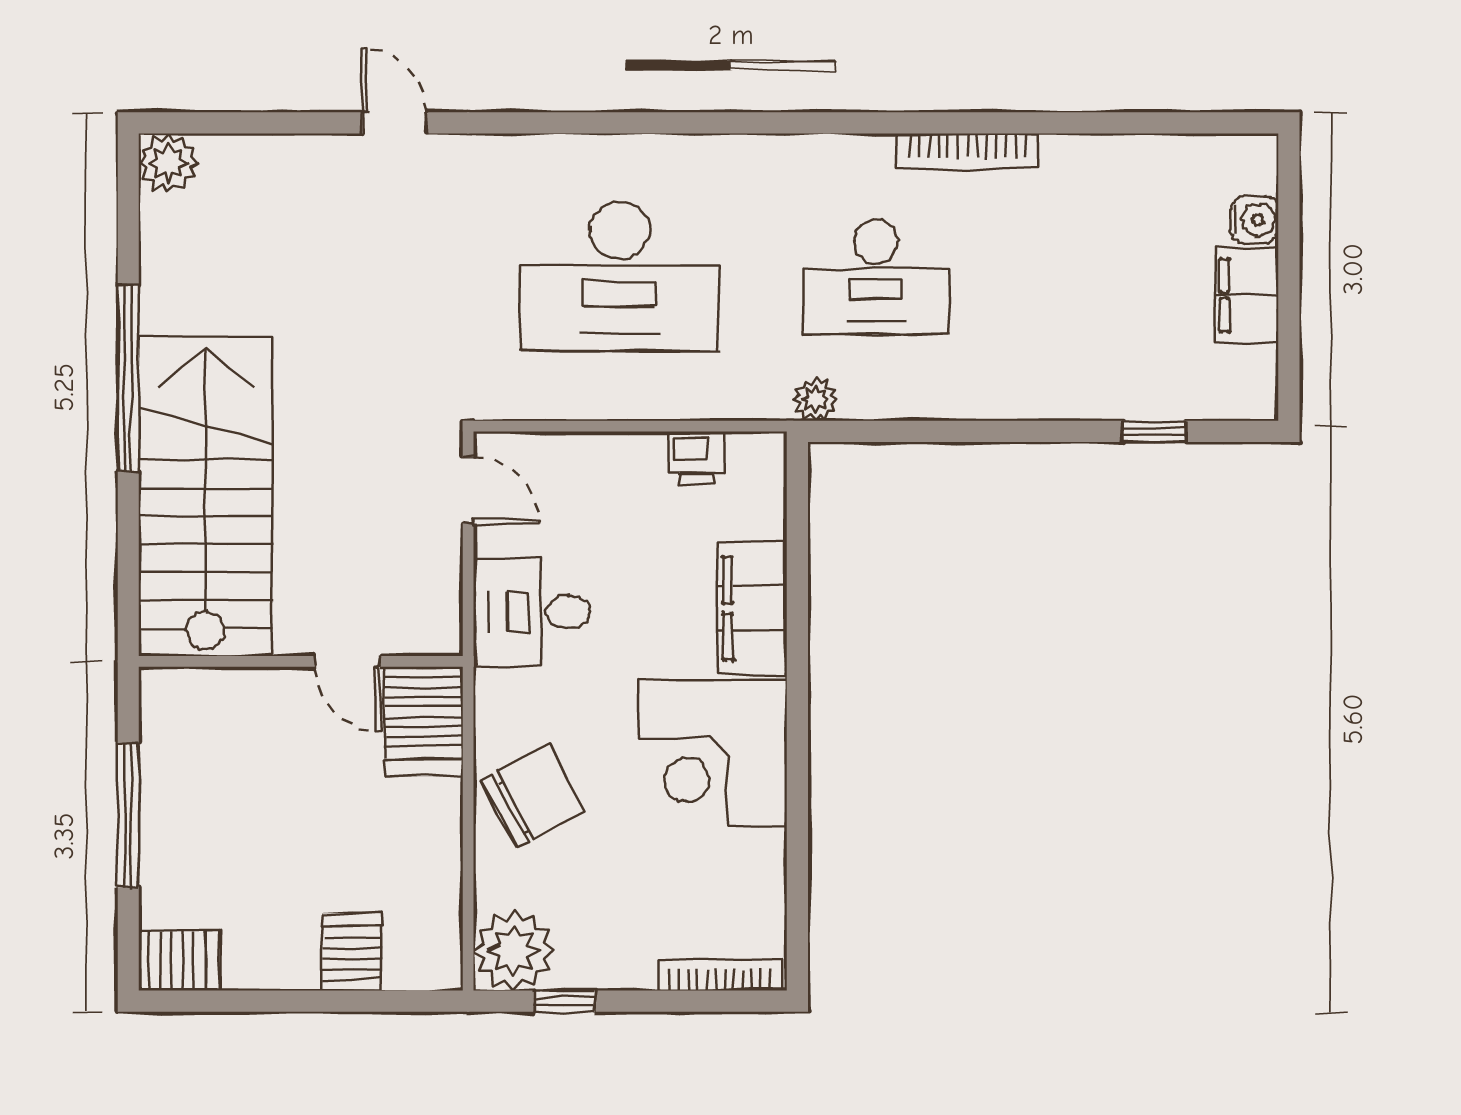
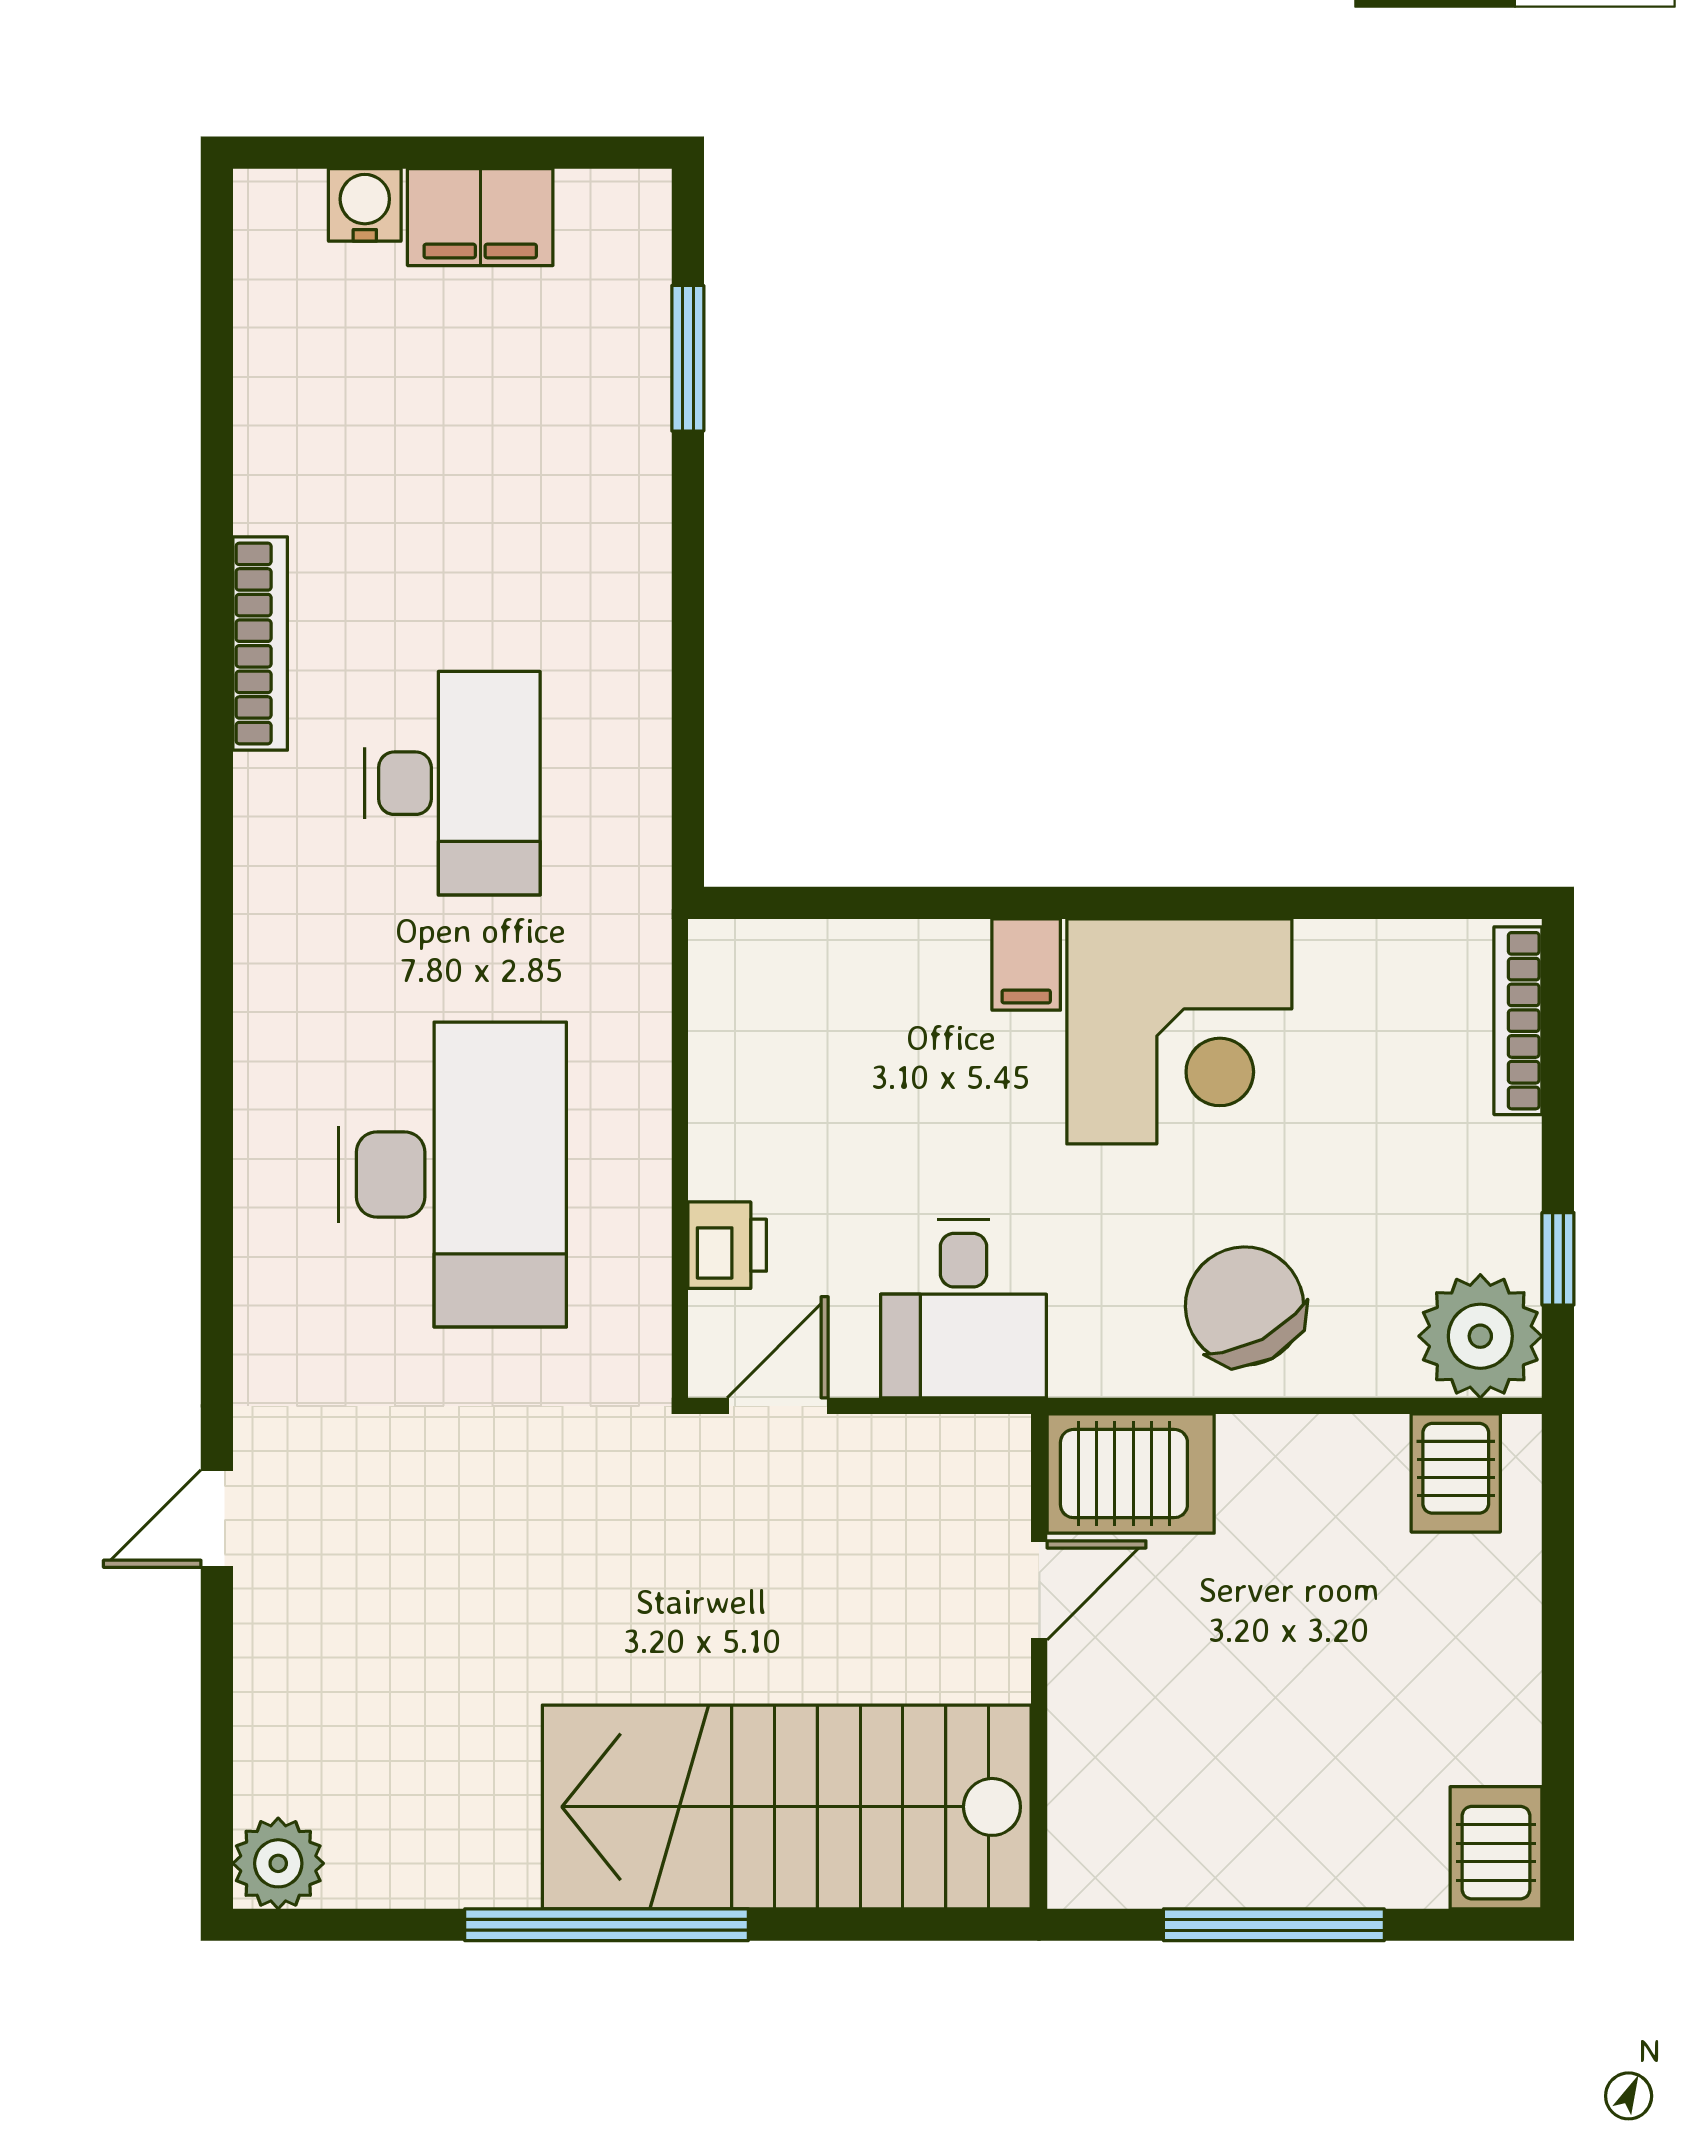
plant: (816, 399) -> (639, 875), removed
window: (1154, 431) -> (688, 358), width x1.50
printer: (696, 457) -> (727, 1245), moved
filing cabinet: (752, 608) -> (1026, 965), width x0.33, depth x0.86
server rack: (352, 952) -> (1456, 1473), moved, turned -90

